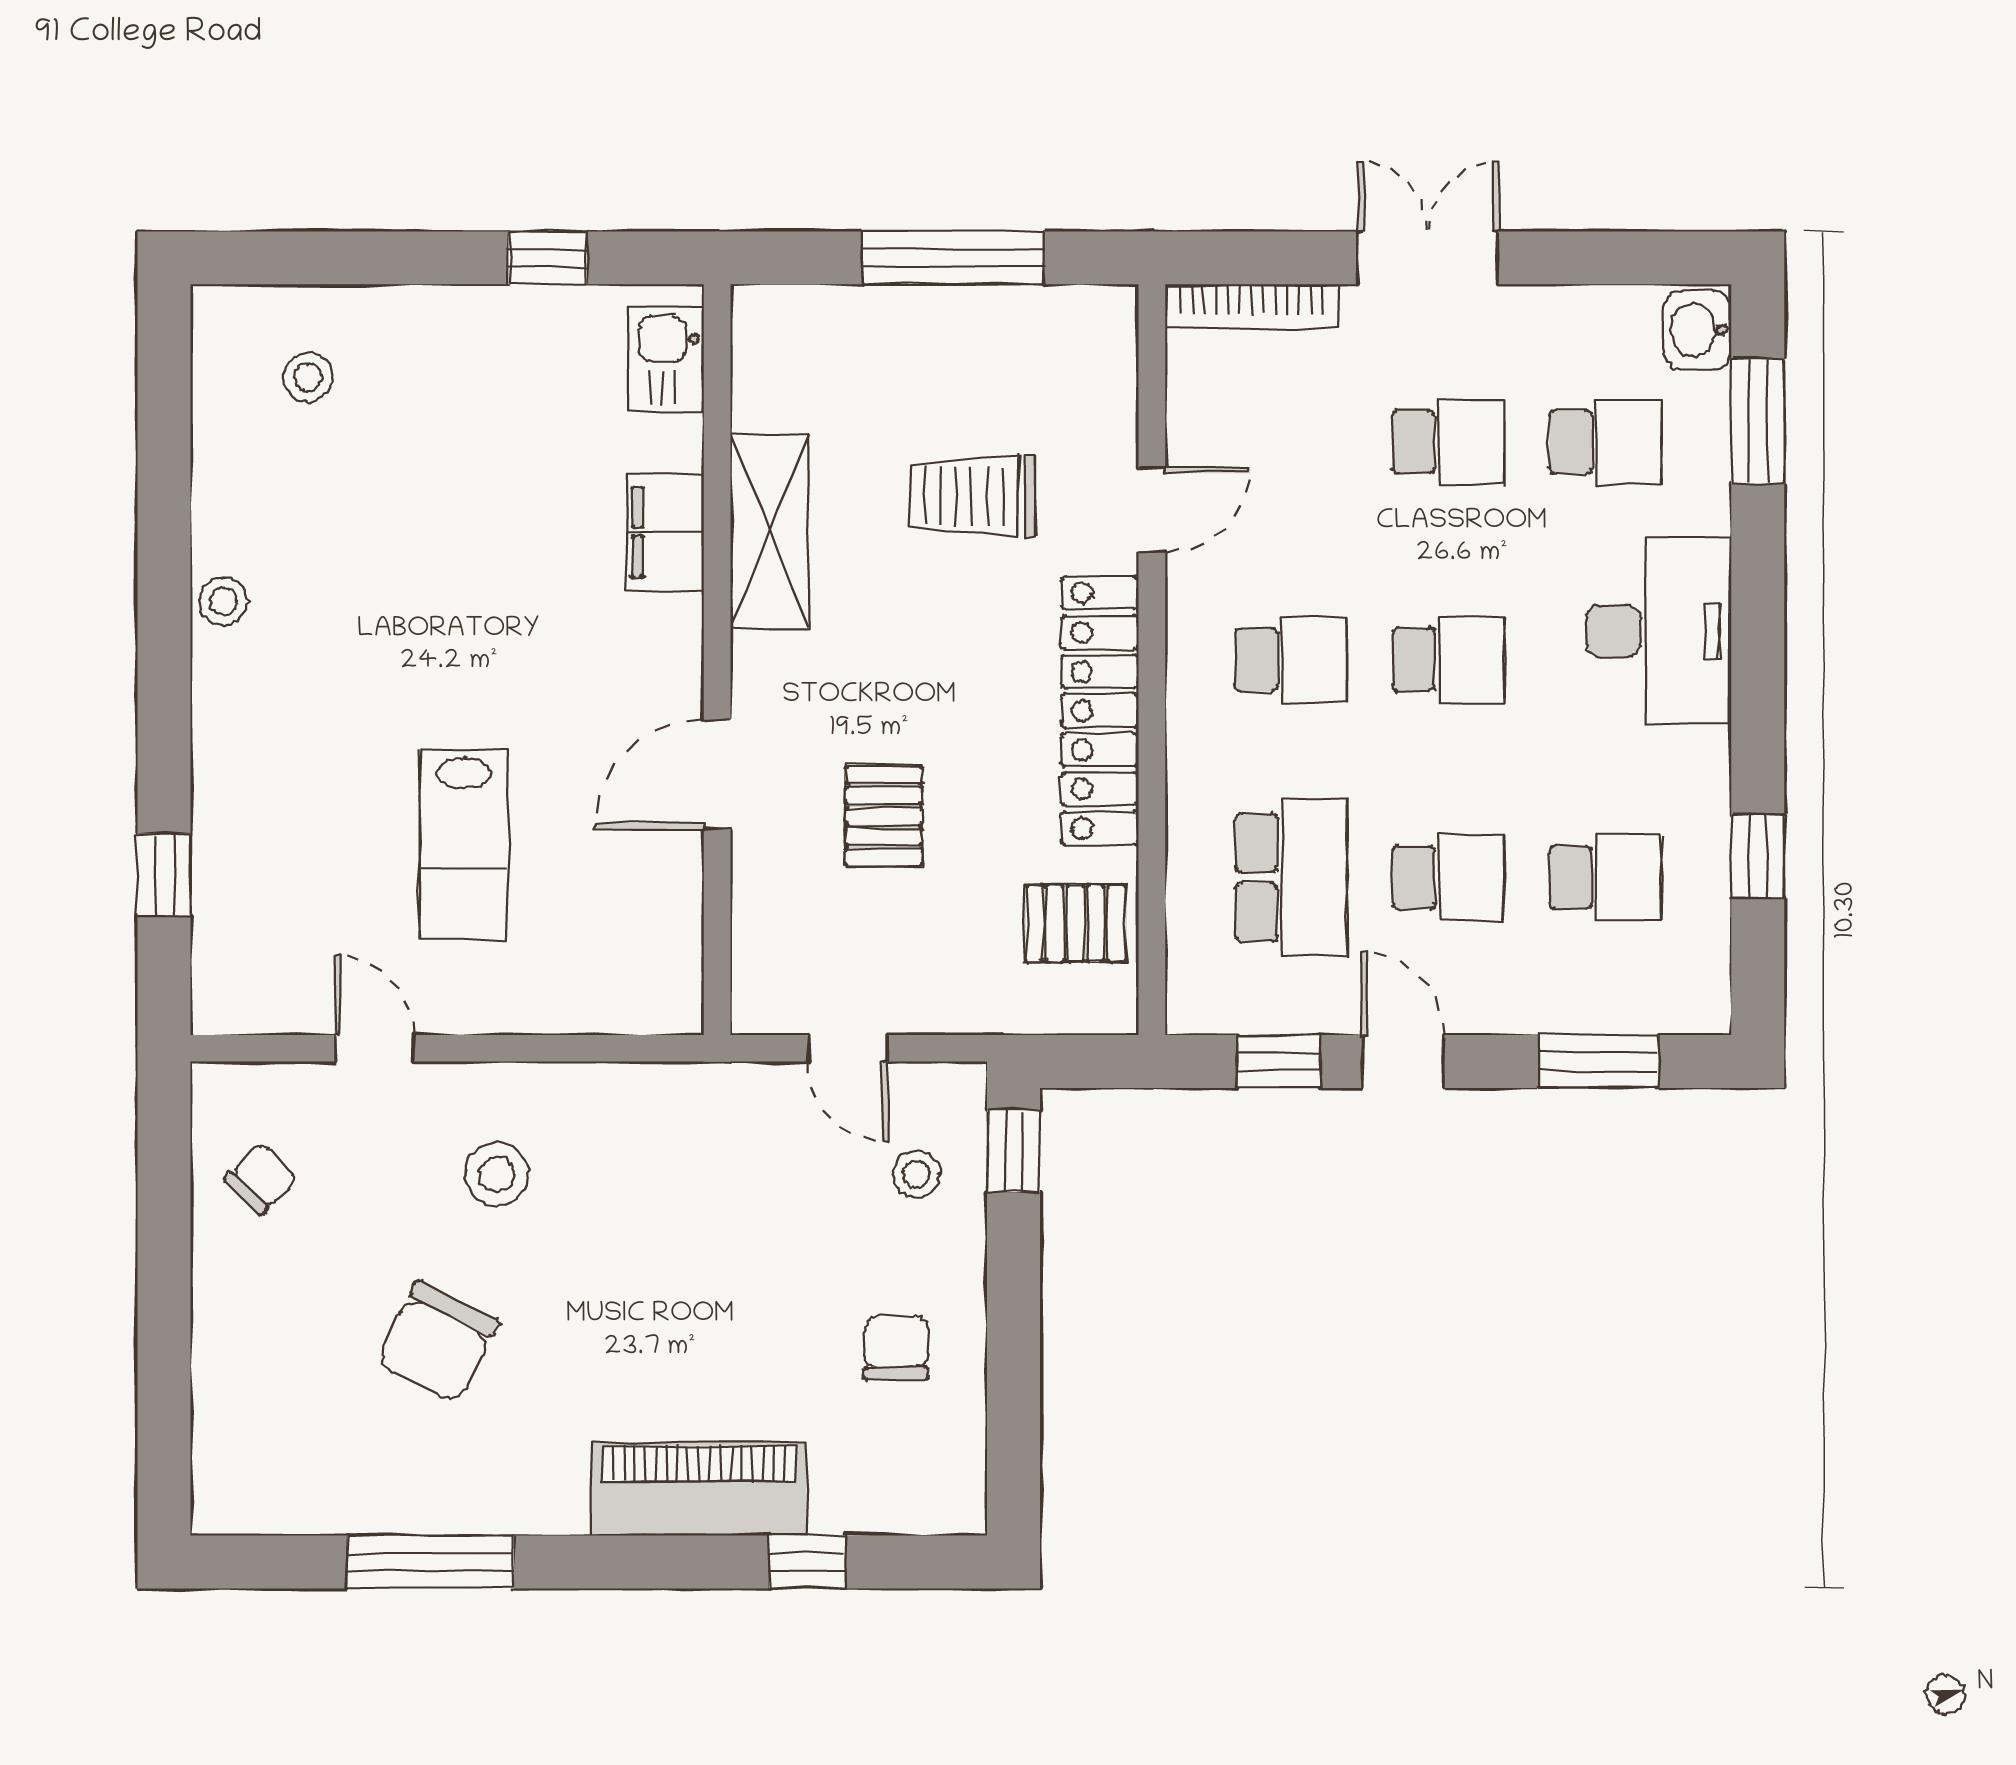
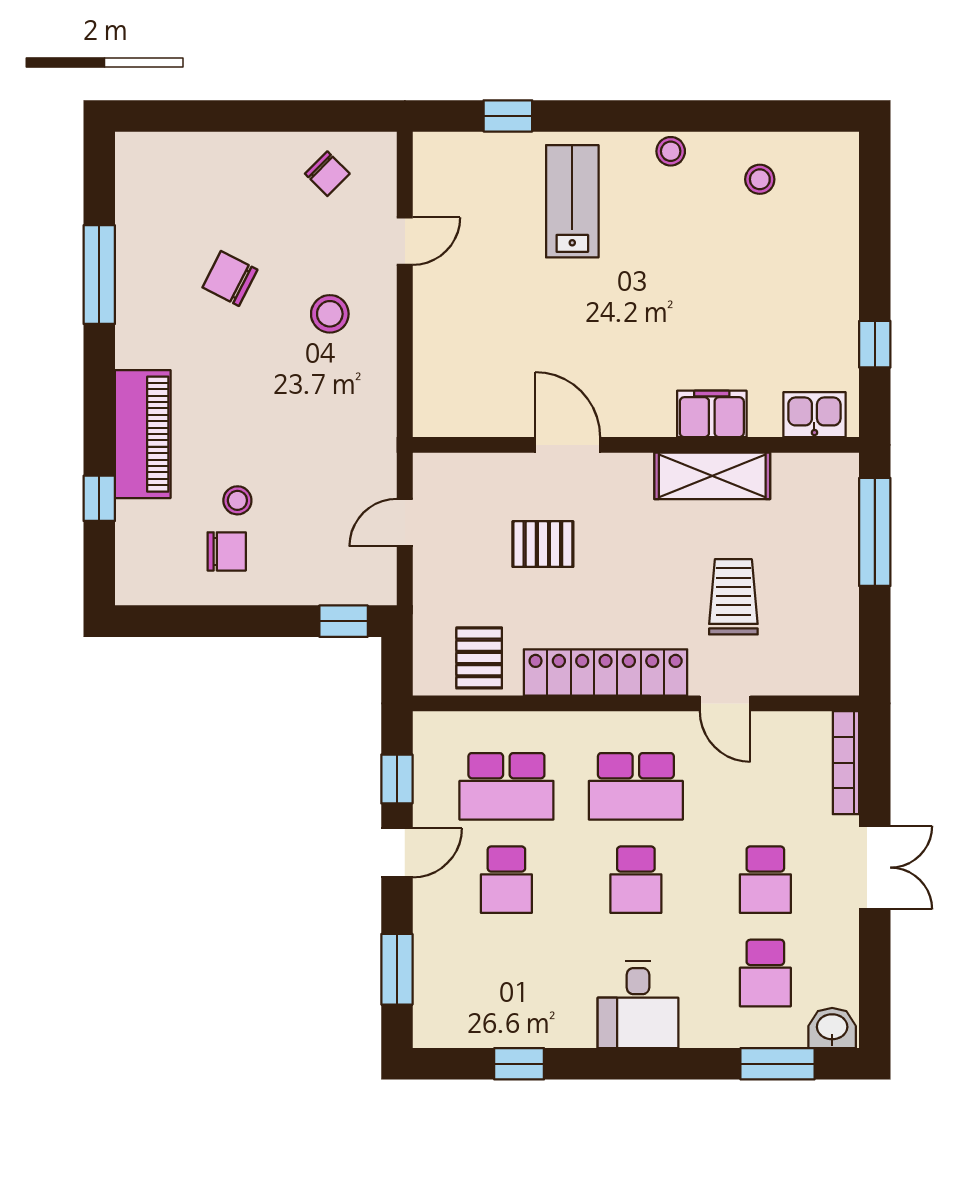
window: (953, 258) -> (875, 532), moved
stool: (308, 378) -> (760, 179), moved
desk: (1658, 631) -> (638, 1005), width x0.73
school desk: (1291, 660) -> (636, 786), width x1.85
lab bench: (464, 845) -> (572, 201), moved, turned 90
school desk: (1605, 877) -> (506, 973), removed
stool: (916, 1174) -> (237, 500), moved
chair: (437, 1342) -> (230, 278), width x0.73, depth x0.73

